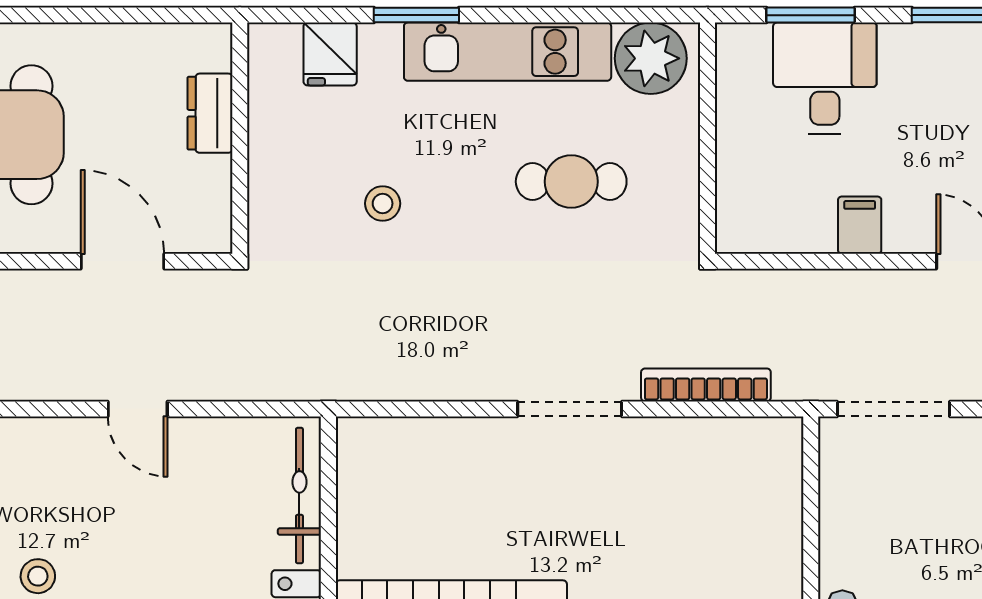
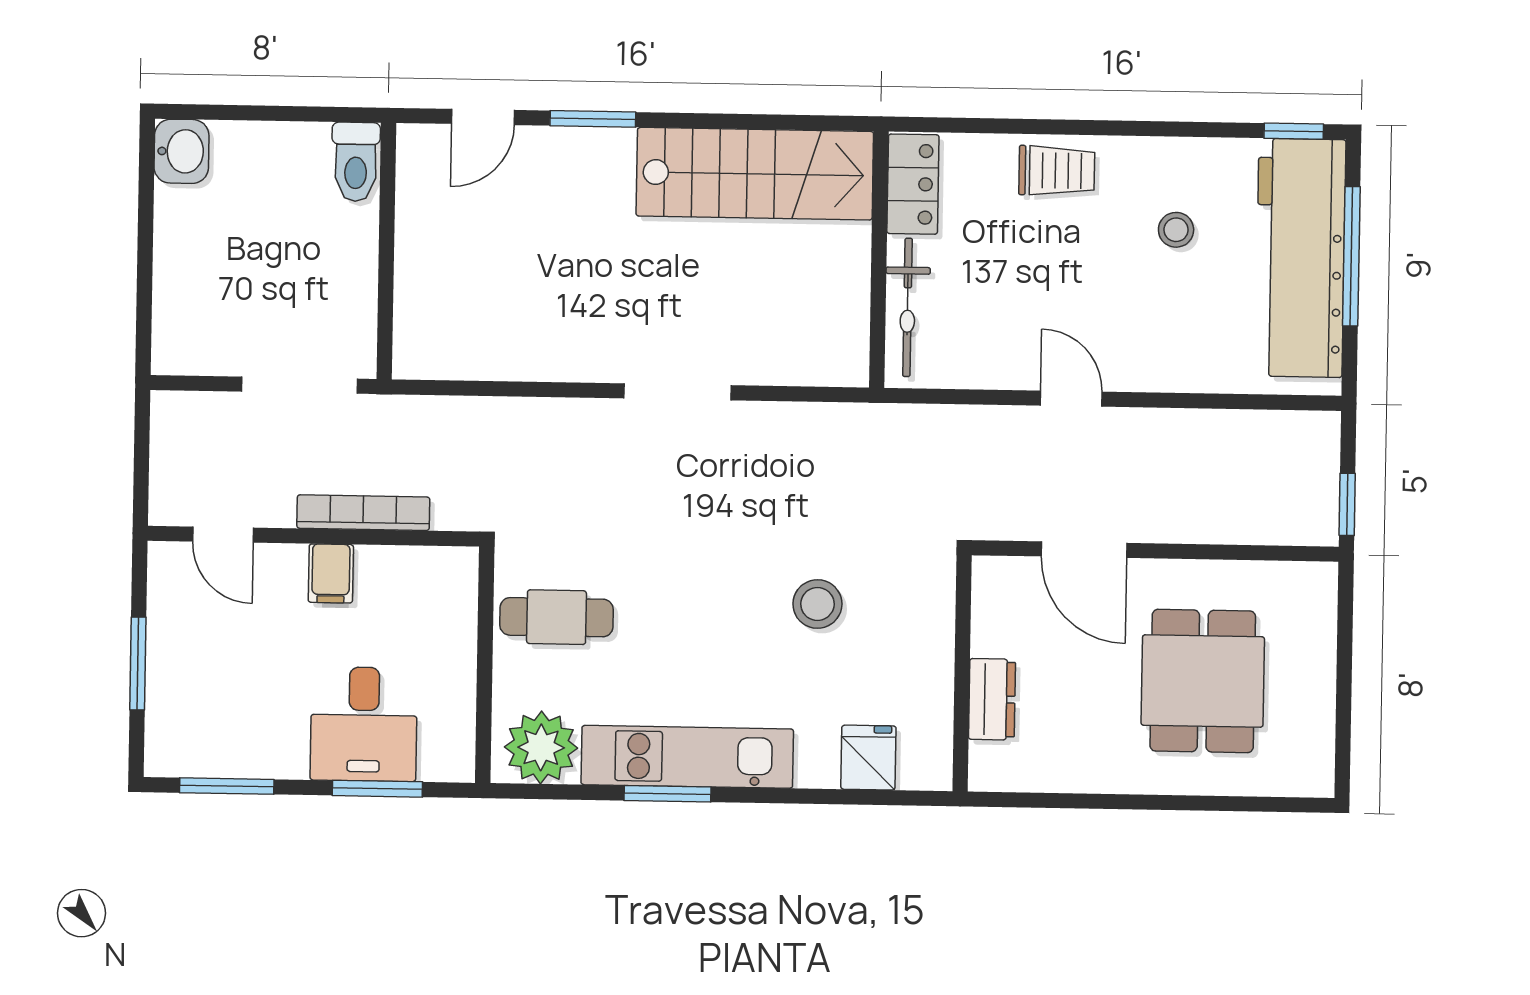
window: (416, 15) -> (667, 794), moved
cafe table: (571, 182) -> (556, 617), moved
stool: (383, 203) -> (817, 604), width x1.37, depth x1.37
bookcase: (706, 385) -> (363, 513), moved, turned 180
doorway: (570, 409) -> (677, 392), moved

